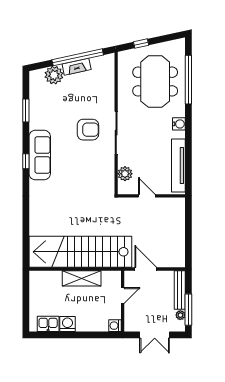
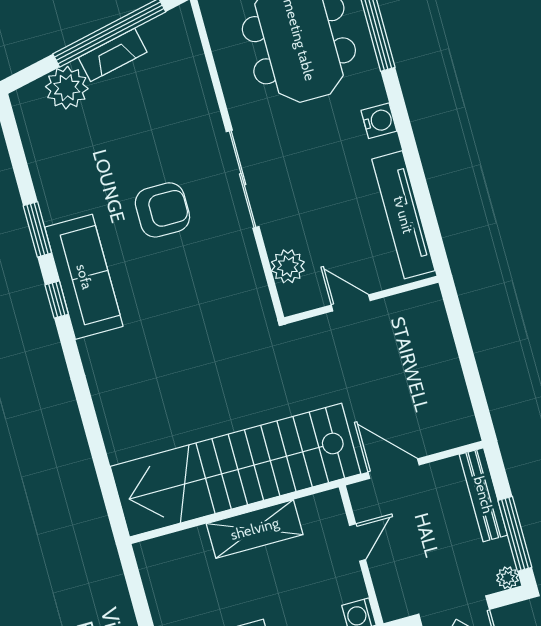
window: (26, 110) -> (37, 229), moved
armchair: (88, 130) -> (162, 210), moved
plant: (180, 315) -> (508, 578), moved

